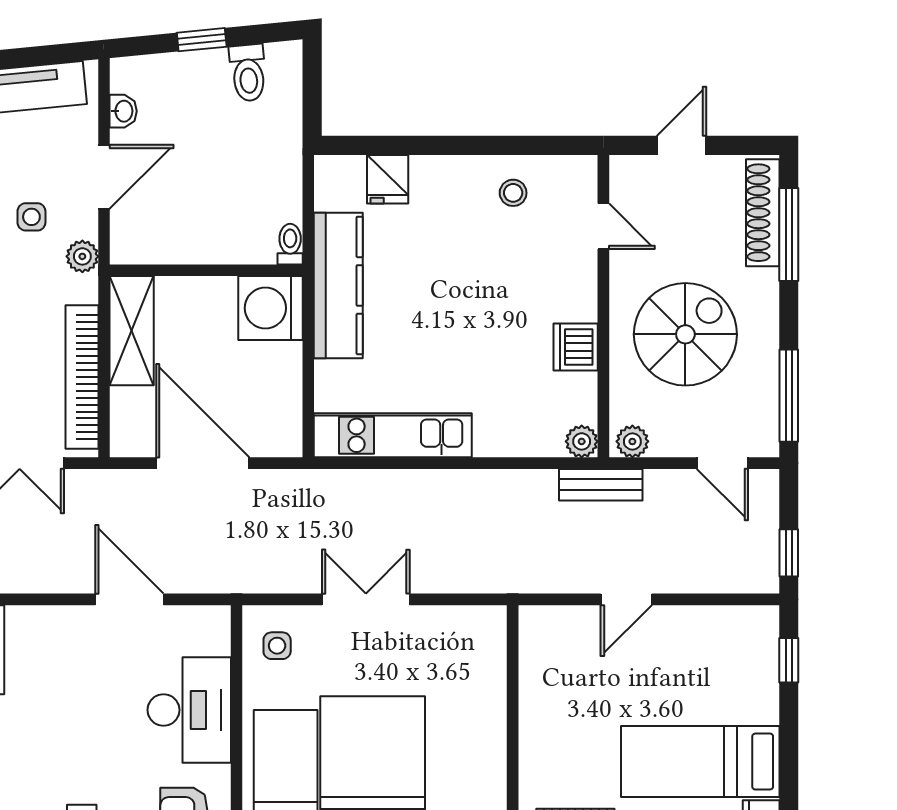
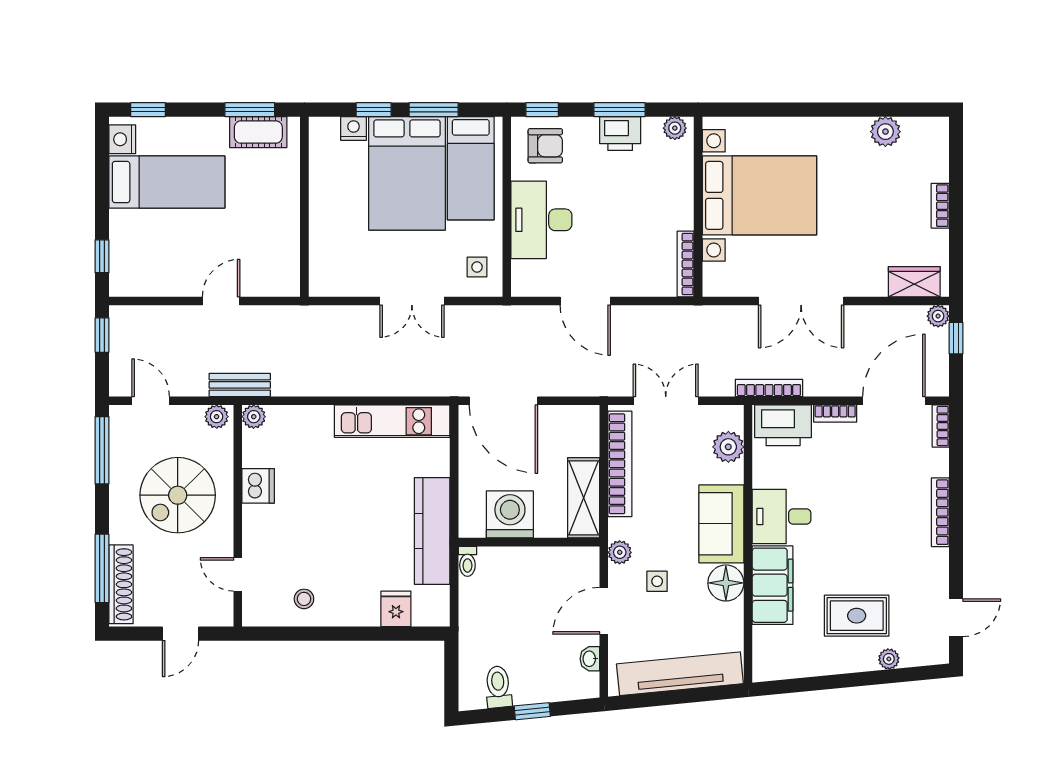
washing machine: (271, 308) -> (510, 514), moved, turned -90
door: (203, 463) -> (503, 401), moved

